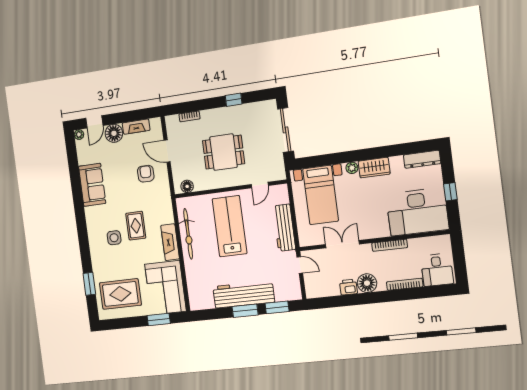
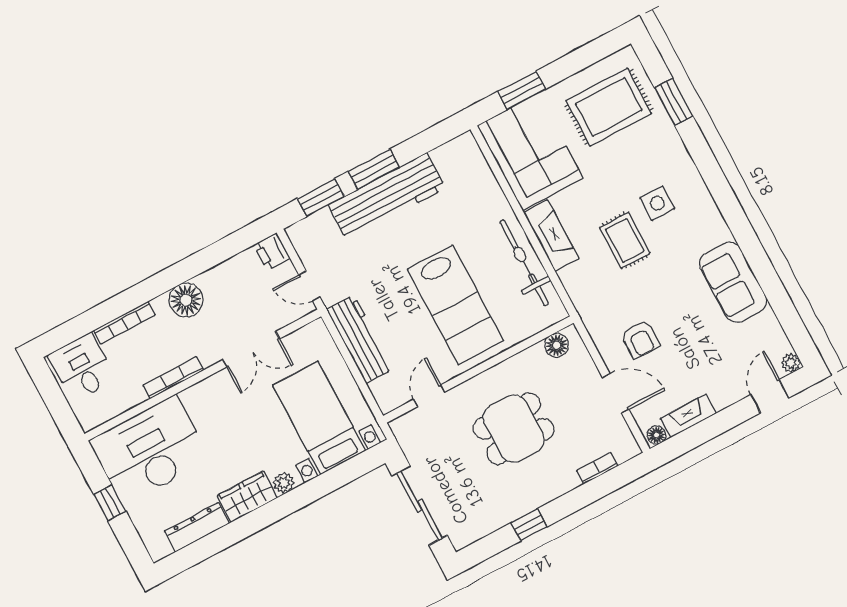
floor lamp: (114, 133) -> (657, 435), moved, width x0.53, depth x0.53
dresser: (422, 159) -> (197, 527), moved
printer: (348, 287) -> (272, 252), moved, turned 90

